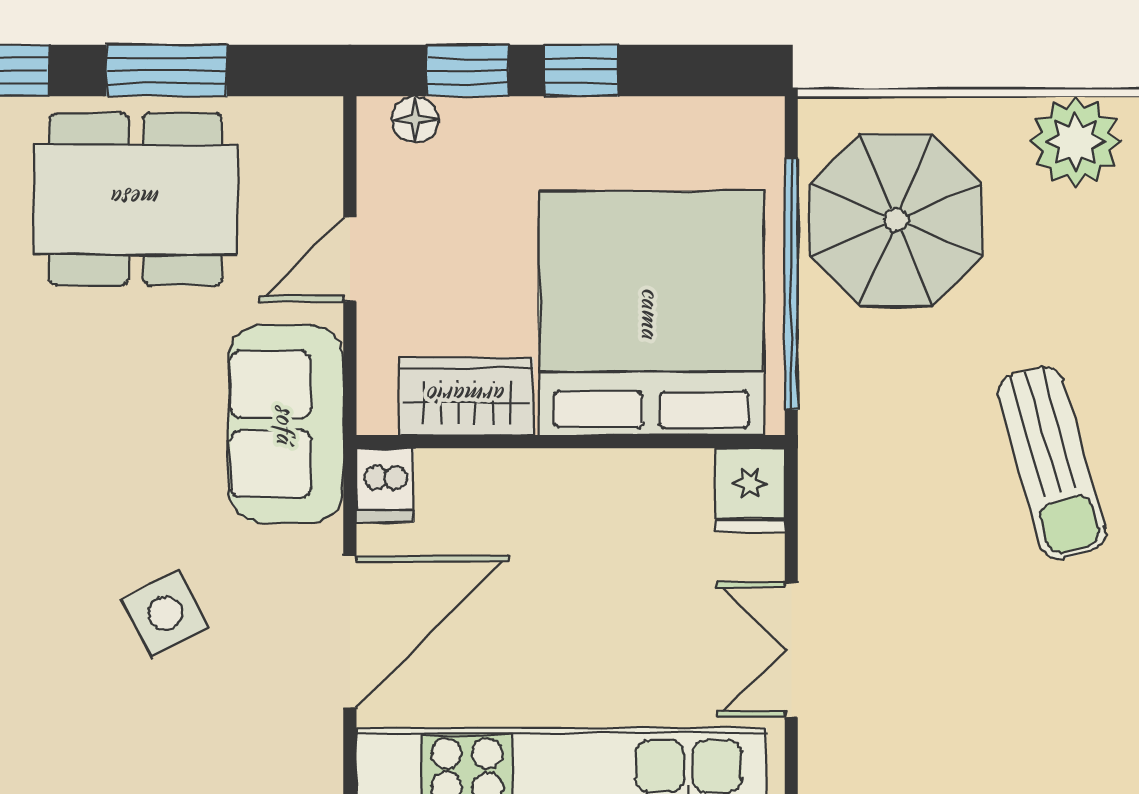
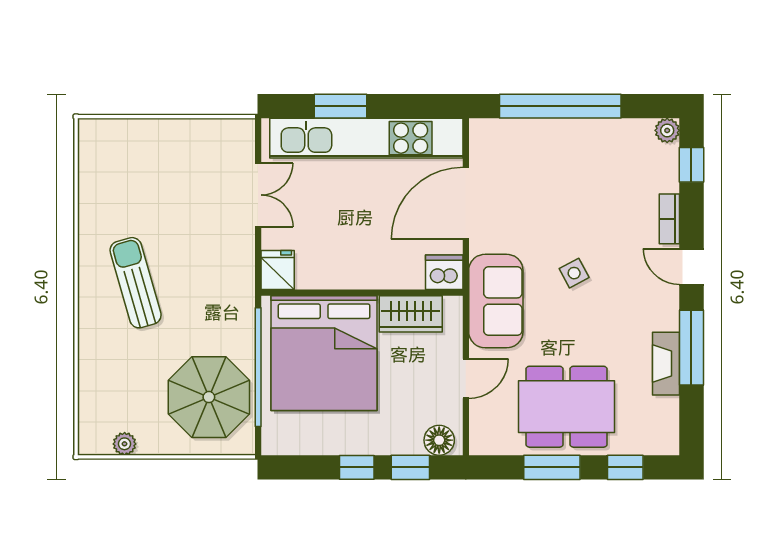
floor lamp: (415, 119) -> (439, 440), width x1.37, depth x1.37
plant: (1075, 142) -> (125, 444), width x0.53, depth x0.53
dishwasher: (385, 485) -> (444, 272), width x1.38
side table: (165, 613) -> (574, 273), moved, width x0.73, depth x0.73

